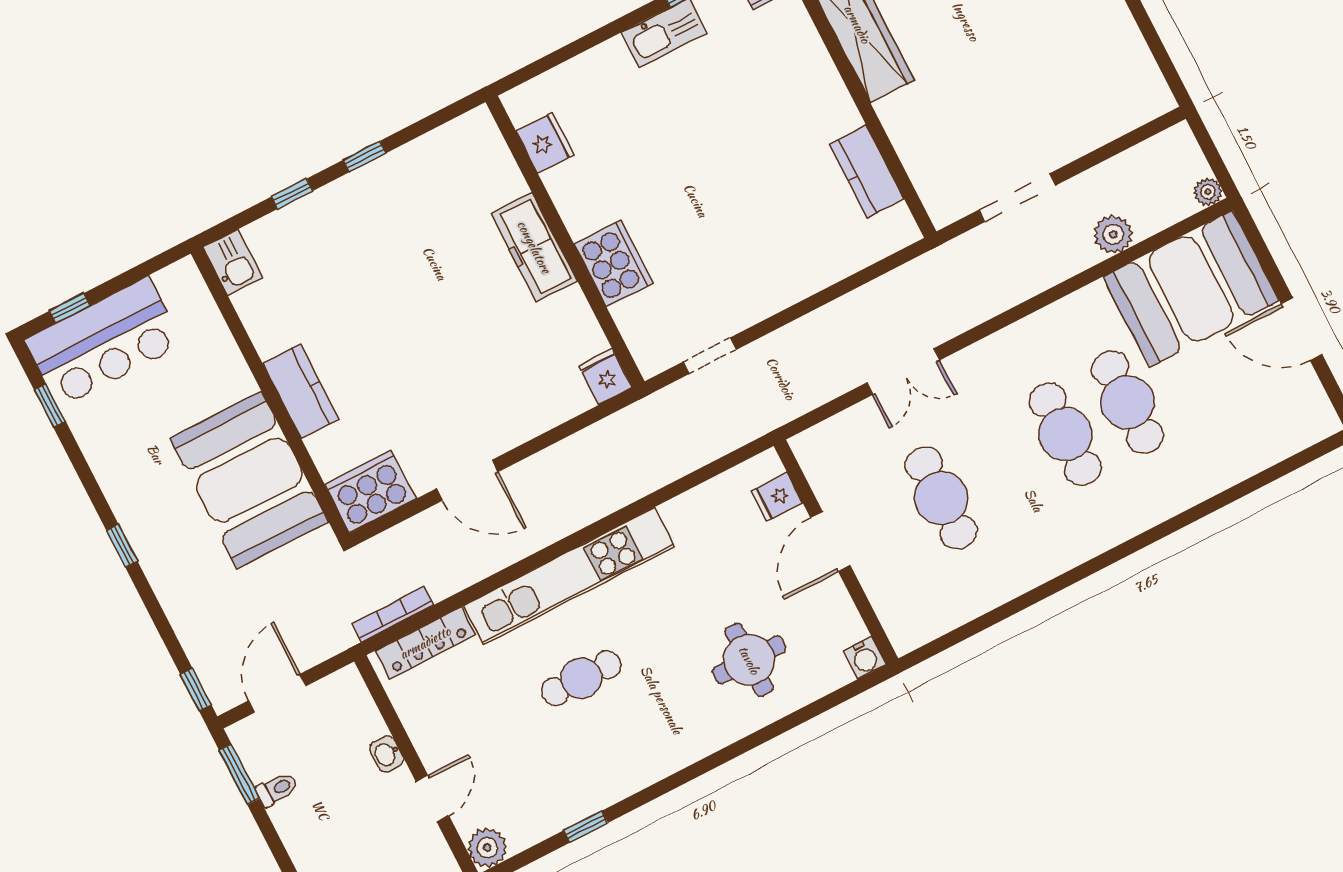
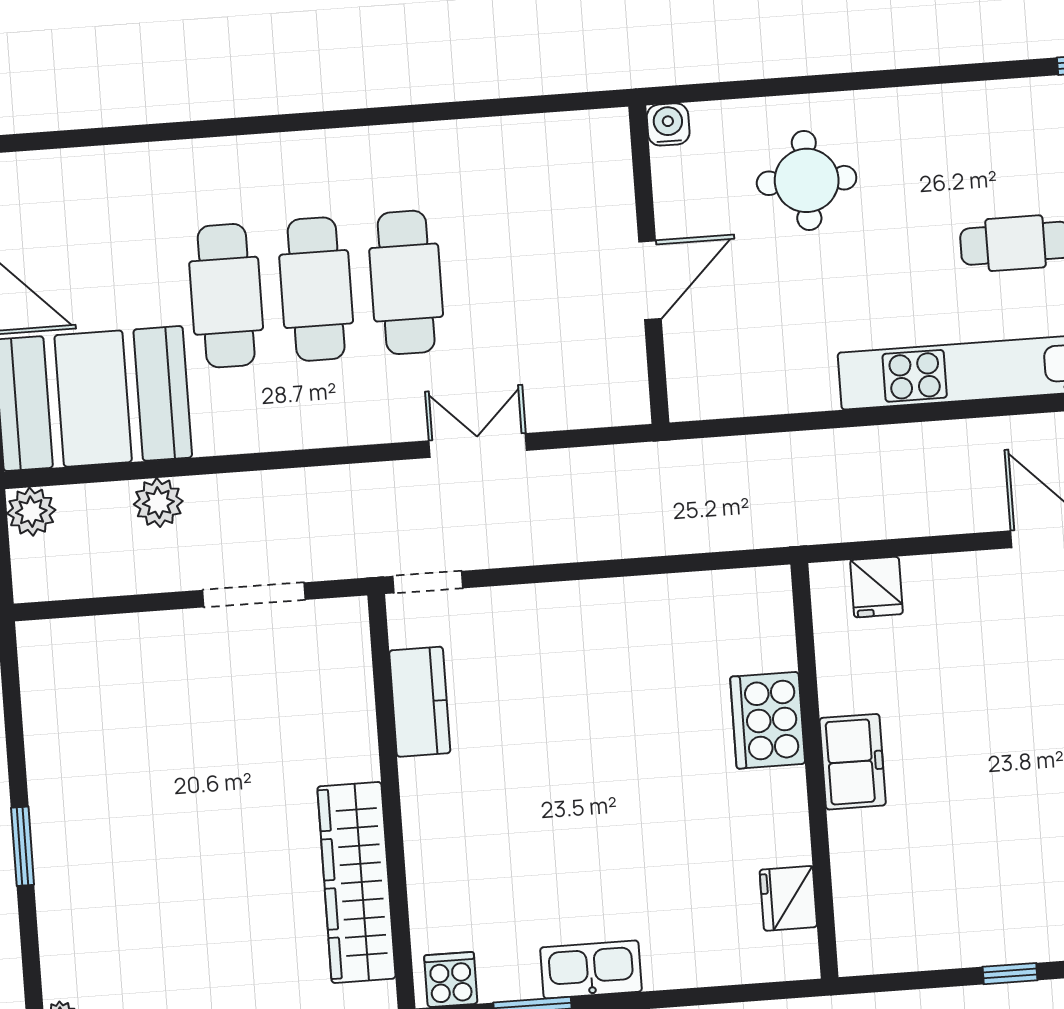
plant: (1208, 192) -> (31, 512), width x1.38, depth x1.38
freezer: (534, 247) -> (853, 762), width x0.71
doorway: (710, 356) -> (428, 582), moved
fridge: (605, 376) -> (877, 587), moved
fridge: (777, 497) -> (691, 360), removed
cafe table: (941, 498) -> (406, 282), moved

